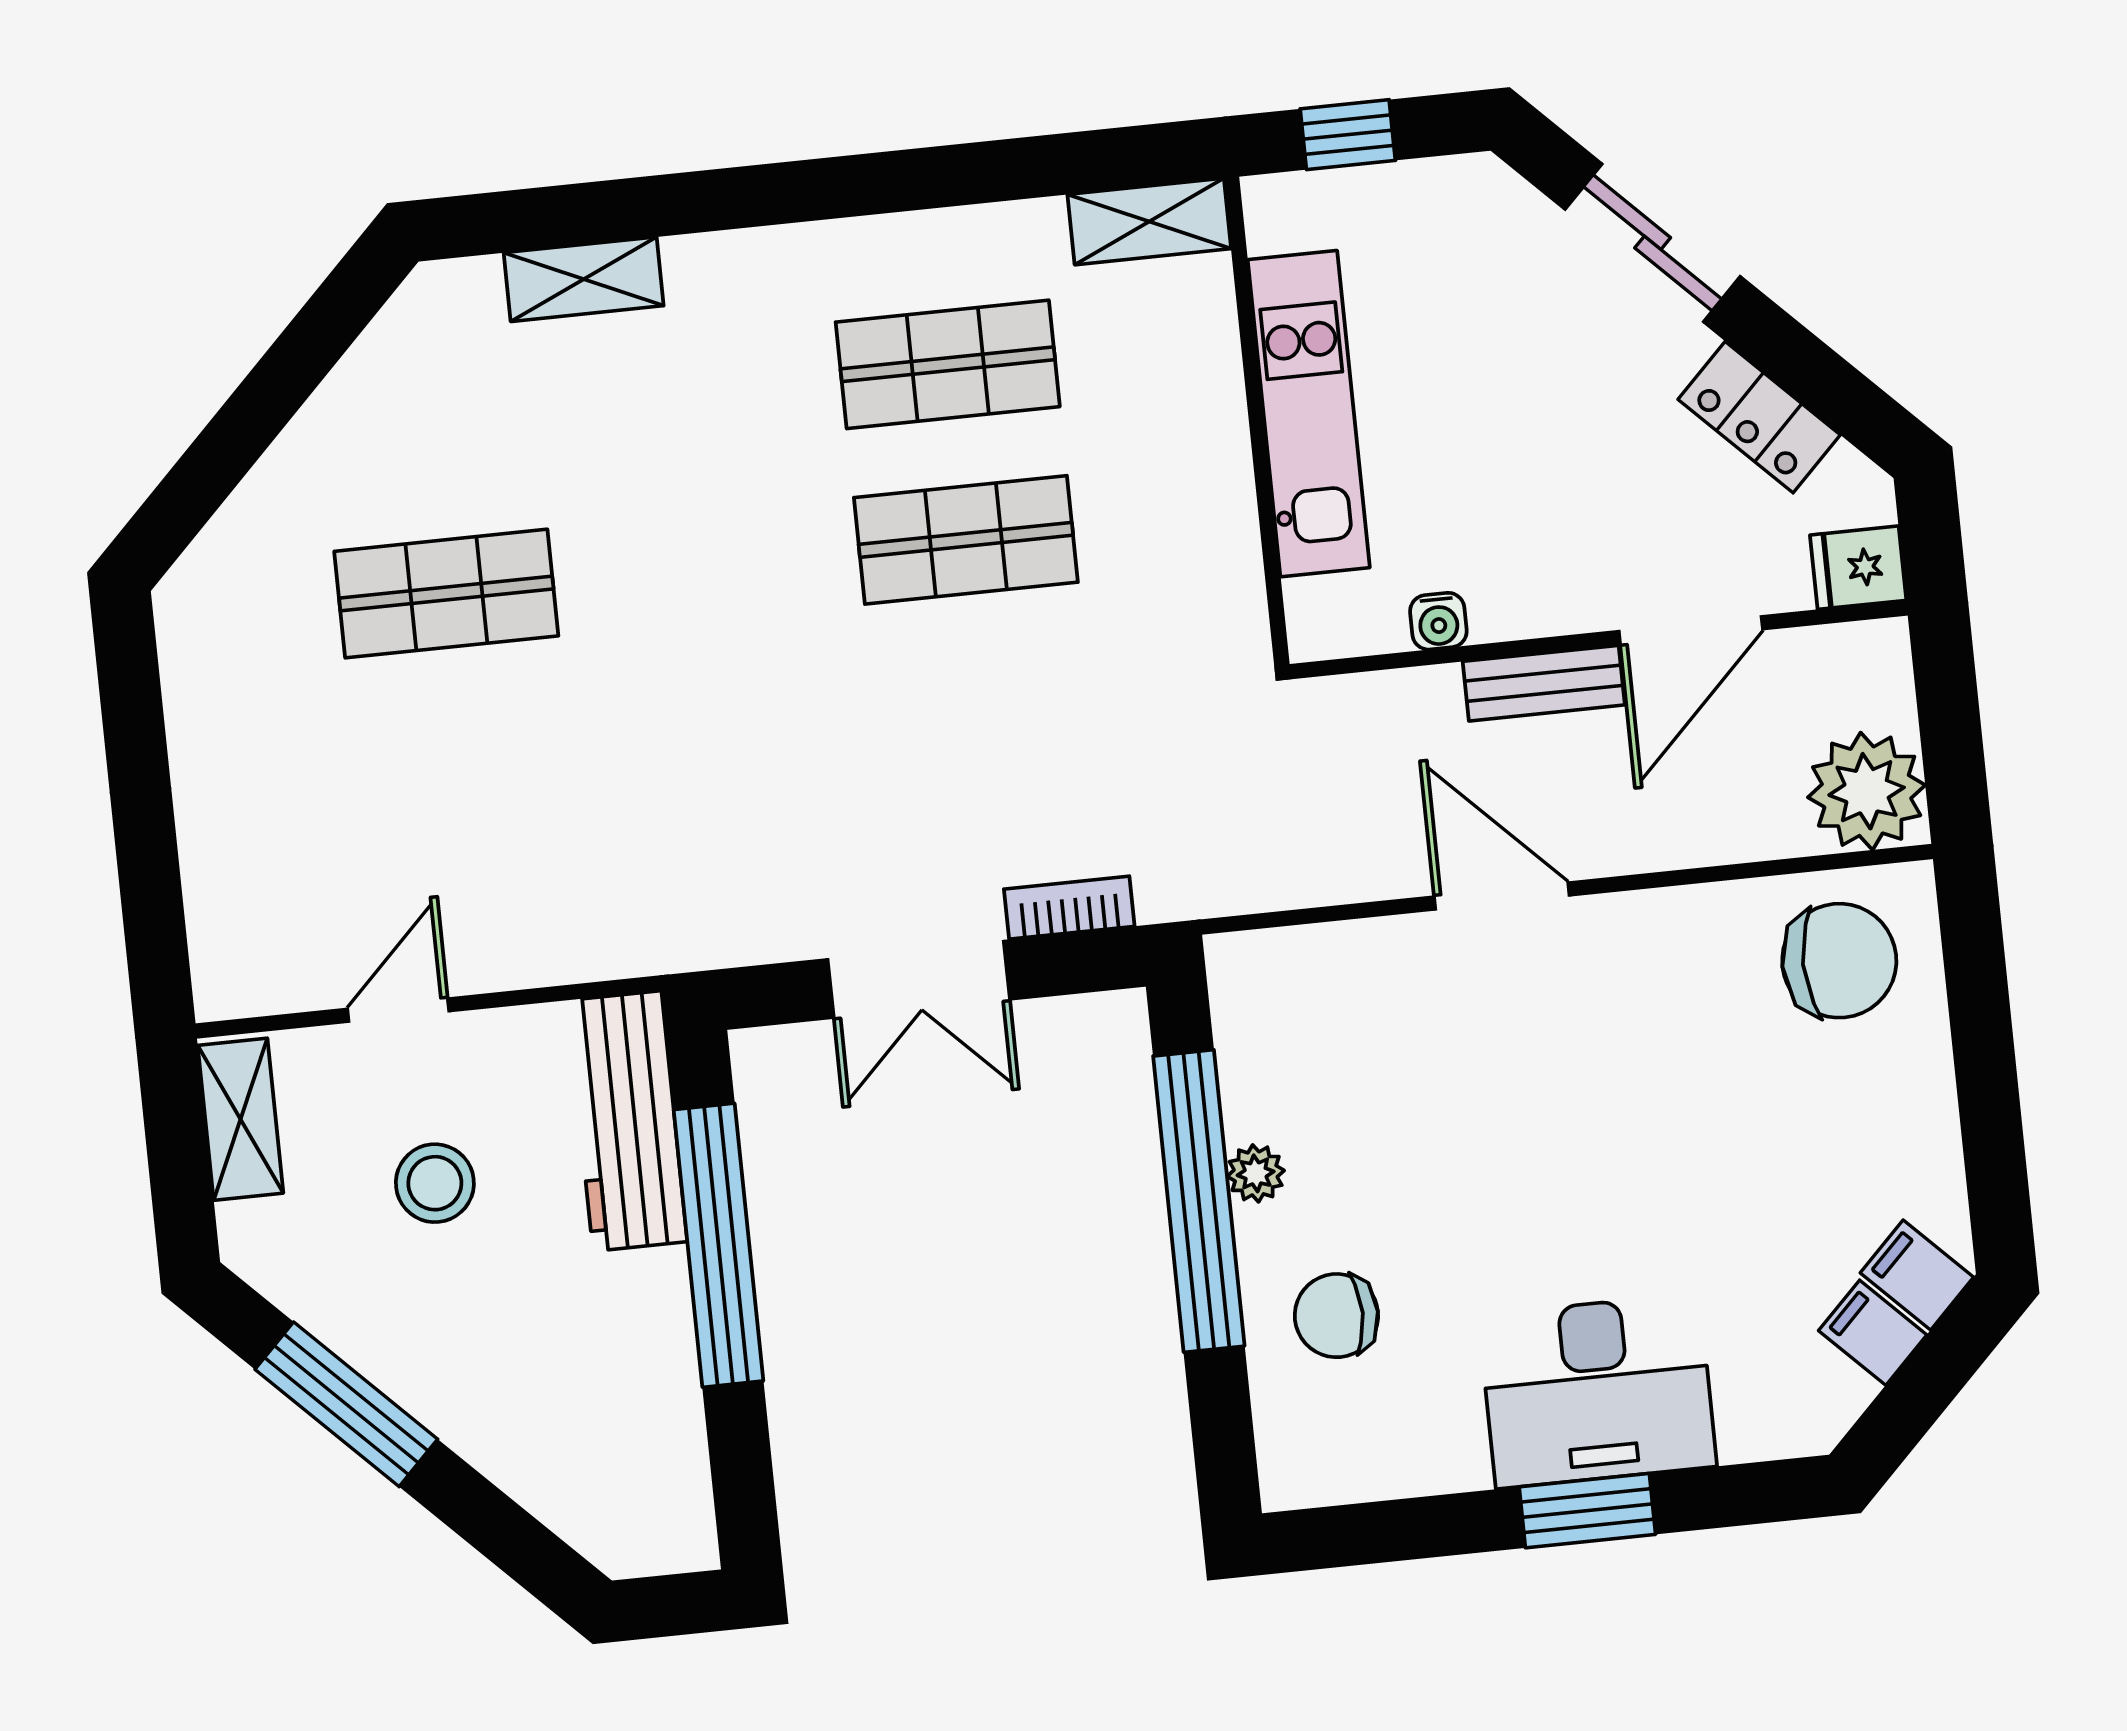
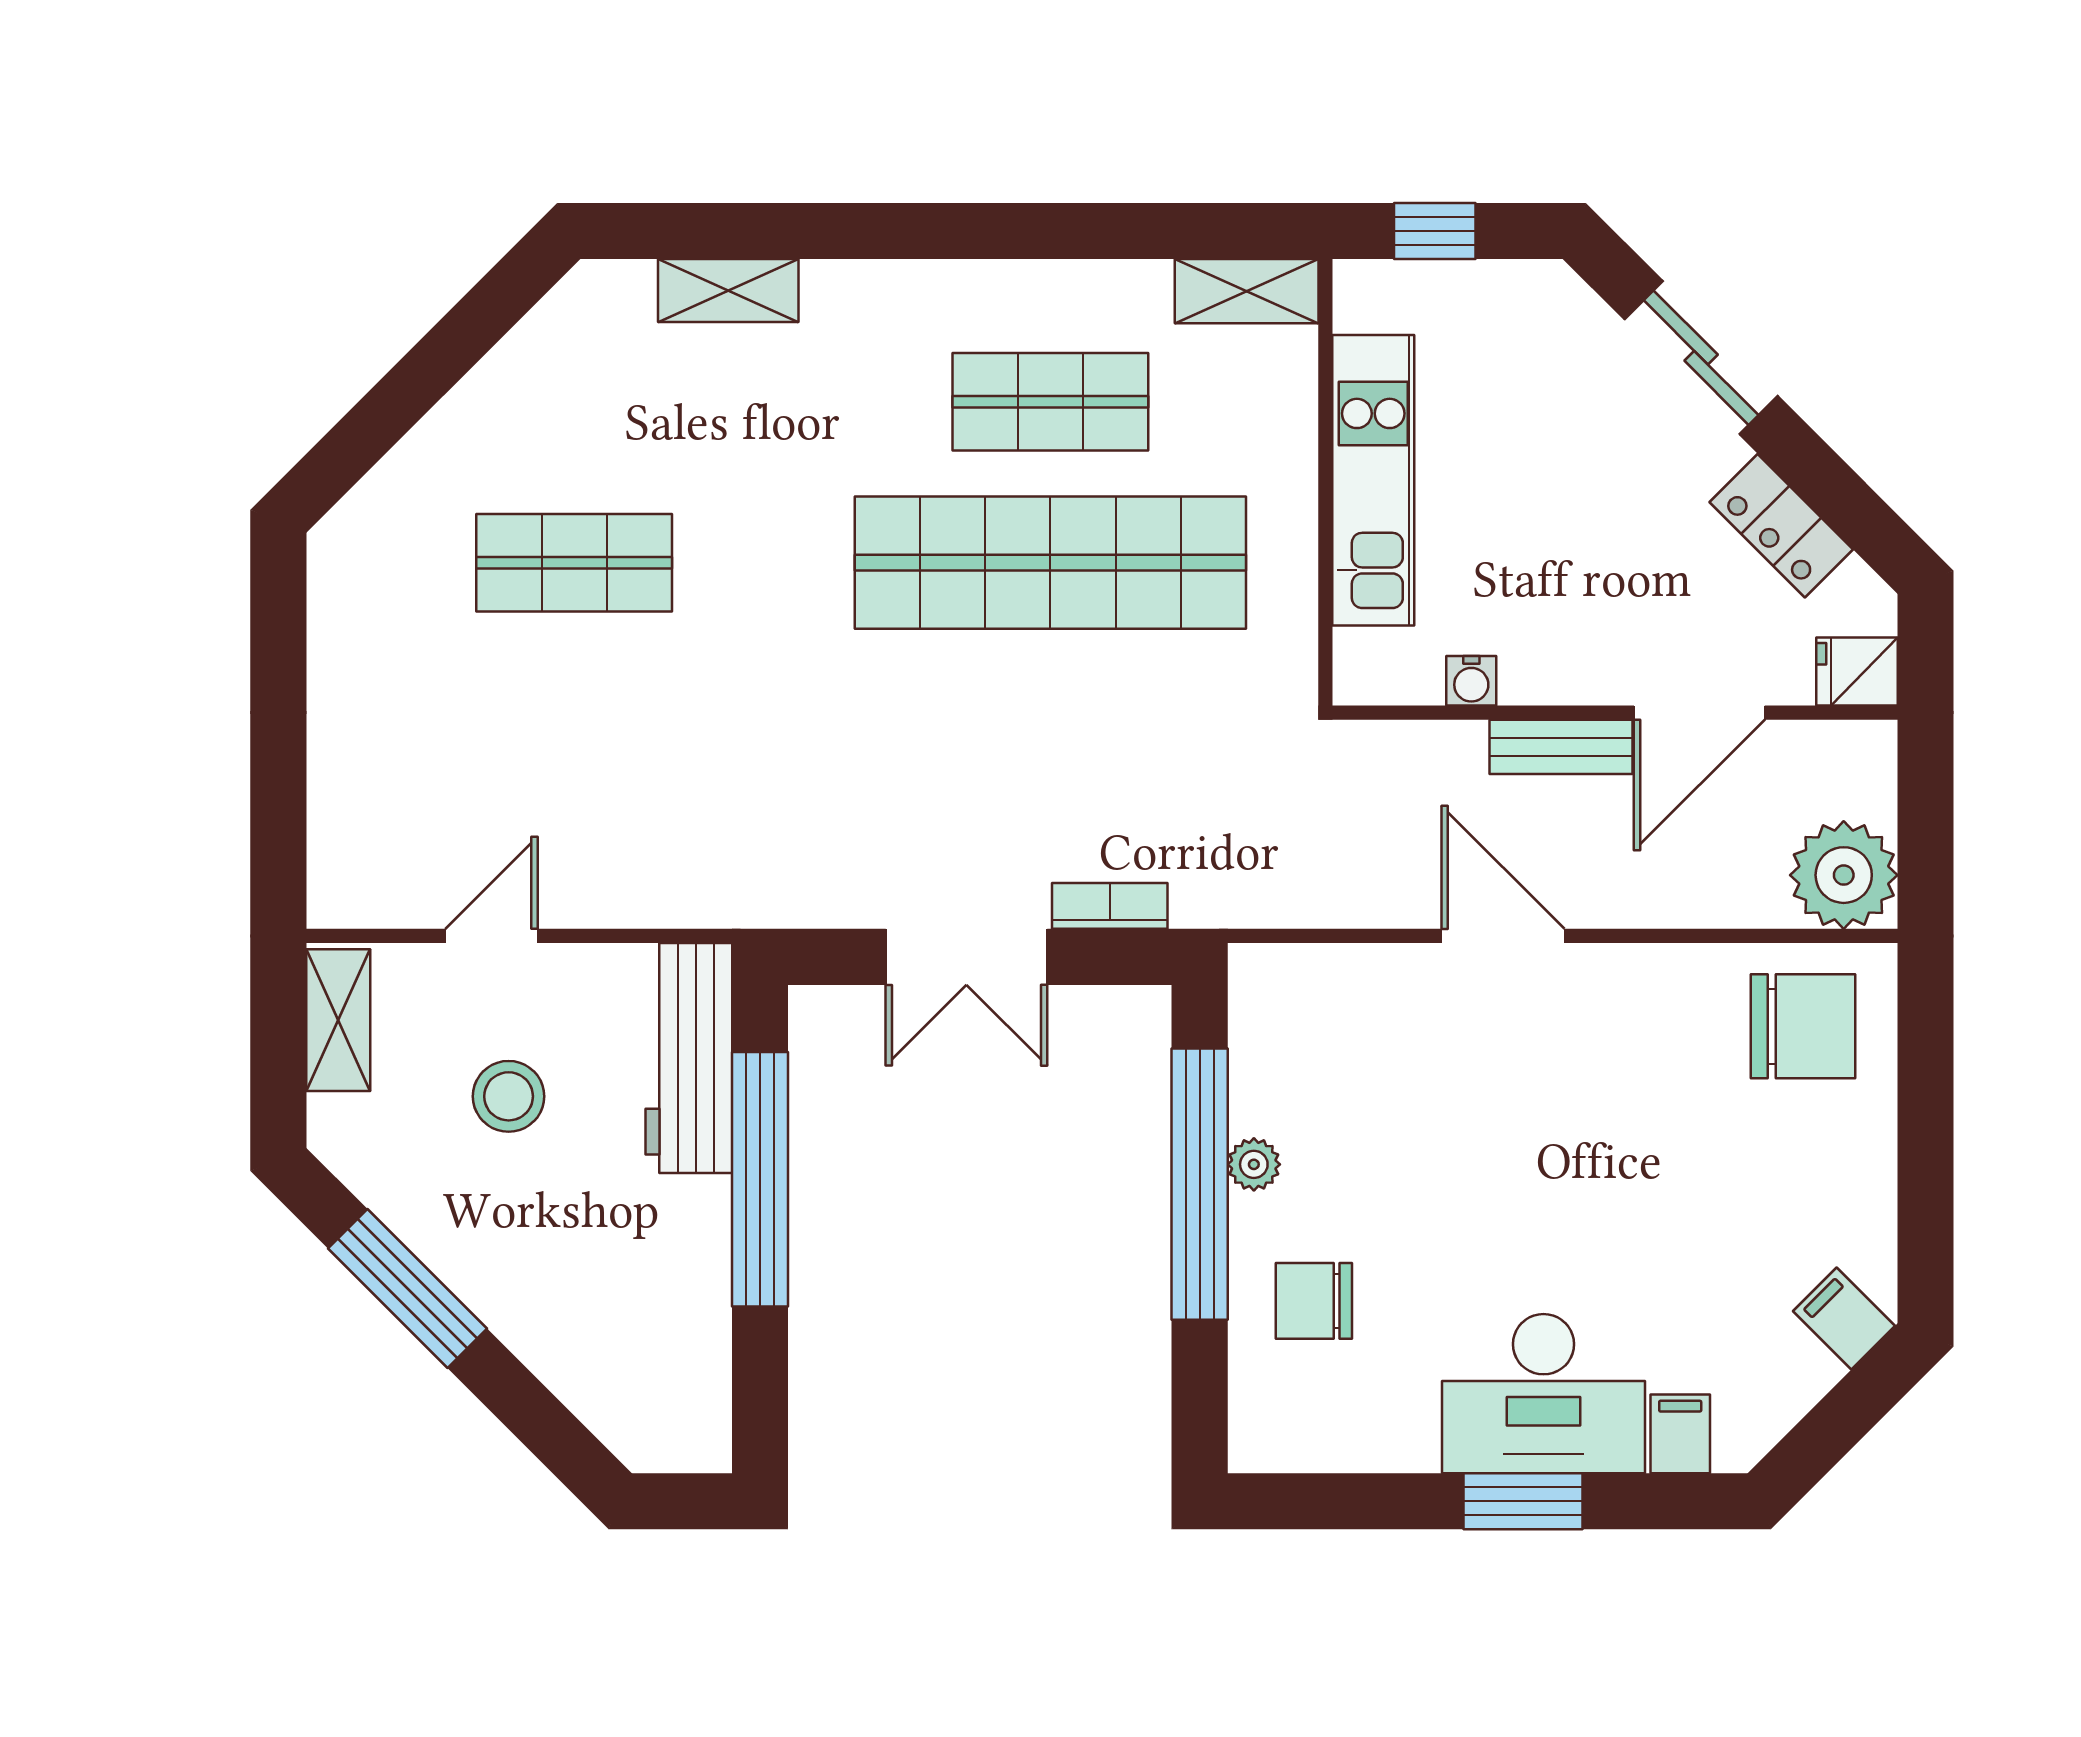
shop shelf: (966, 540) -> (1050, 563), width x2.00, depth x1.36
filing cabinet: (1873, 1333) -> (1680, 1434), moved, turned 45

